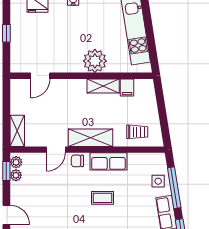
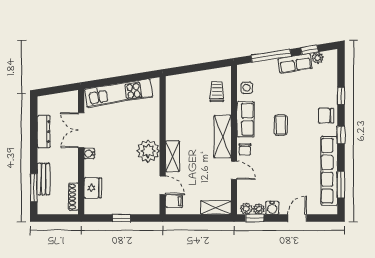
plant: (95, 61) -> (148, 151), moved
shelving: (103, 86) -> (173, 156), moved
filing cabinet: (127, 87) -> (174, 201), moved
side table: (158, 181) -> (247, 88), moved
water cooler: (17, 189) -> (272, 208), added

